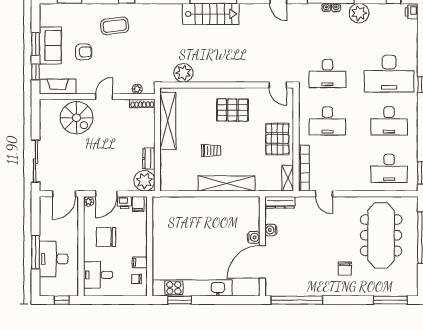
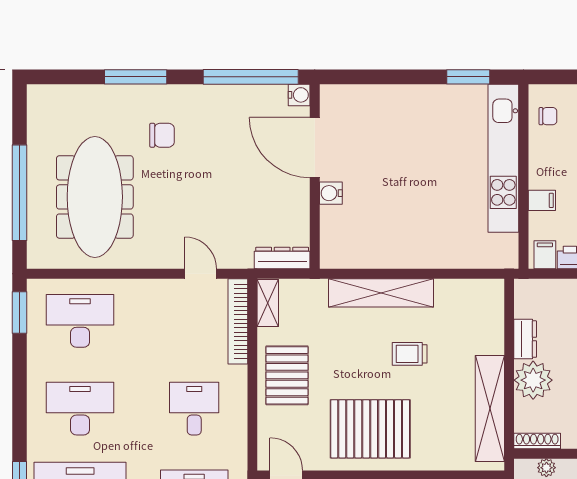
pallet: (232, 110) -> (370, 429), width x1.37, depth x1.41
desk: (327, 121) -> (194, 409), width x0.73
plant: (144, 181) -> (533, 380), moved
water cooler: (271, 230) -> (299, 95), moved
filing cabinet: (140, 262) -> (542, 200), moved
door: (262, 262) -> (315, 148), swing flipped
chair: (345, 269) -> (162, 135), turned 90
kitchen unit: (192, 288) -> (503, 158), moved, turned 90
window: (390, 300) -> (136, 77), moved

